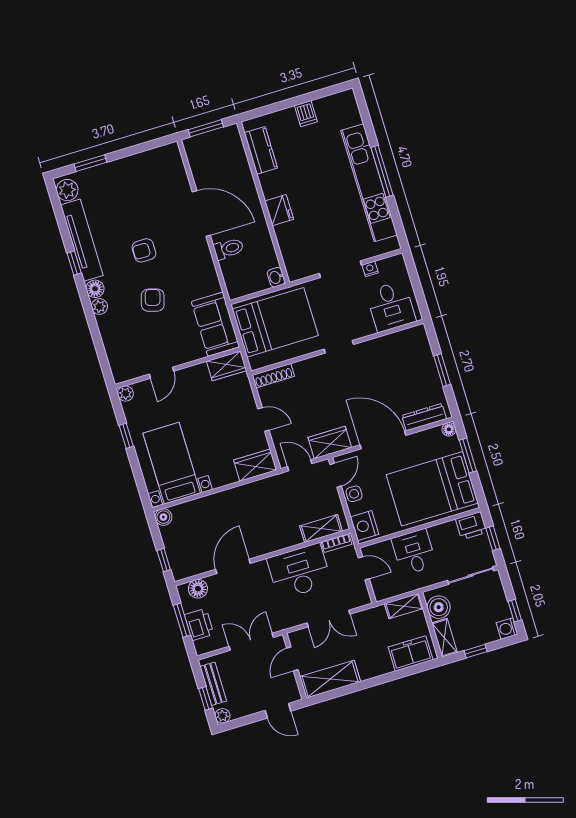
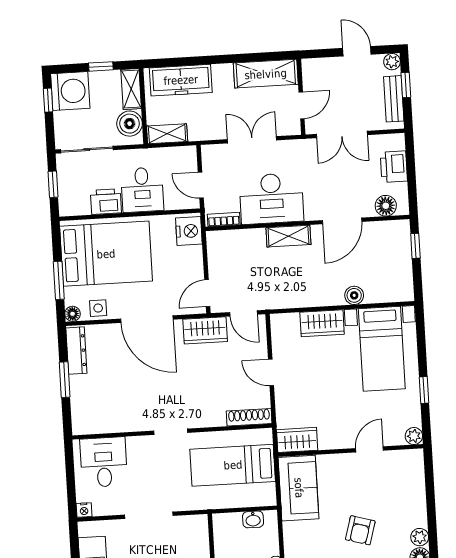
nightstand: (370, 269) -> (84, 510), moved
washbasin: (276, 277) -> (253, 519), moved, turned 90
bed: (275, 322) -> (233, 465), width x0.67
dresser: (424, 417) -> (76, 351), moved, turned -90
wardrobe: (255, 465) -> (322, 323), moved
side table: (354, 494) -> (98, 308), moved
boiler: (163, 517) -> (354, 295), moved
printer: (471, 526) -> (106, 202), moved
shelving: (321, 529) -> (288, 236), moved
window: (182, 620) -> (411, 176), removed
washing machine: (507, 628) -> (70, 91), width x1.89, depth x1.89
freezer: (411, 653) -> (181, 80), width x1.40
door: (278, 711) -> (357, 51), moved

